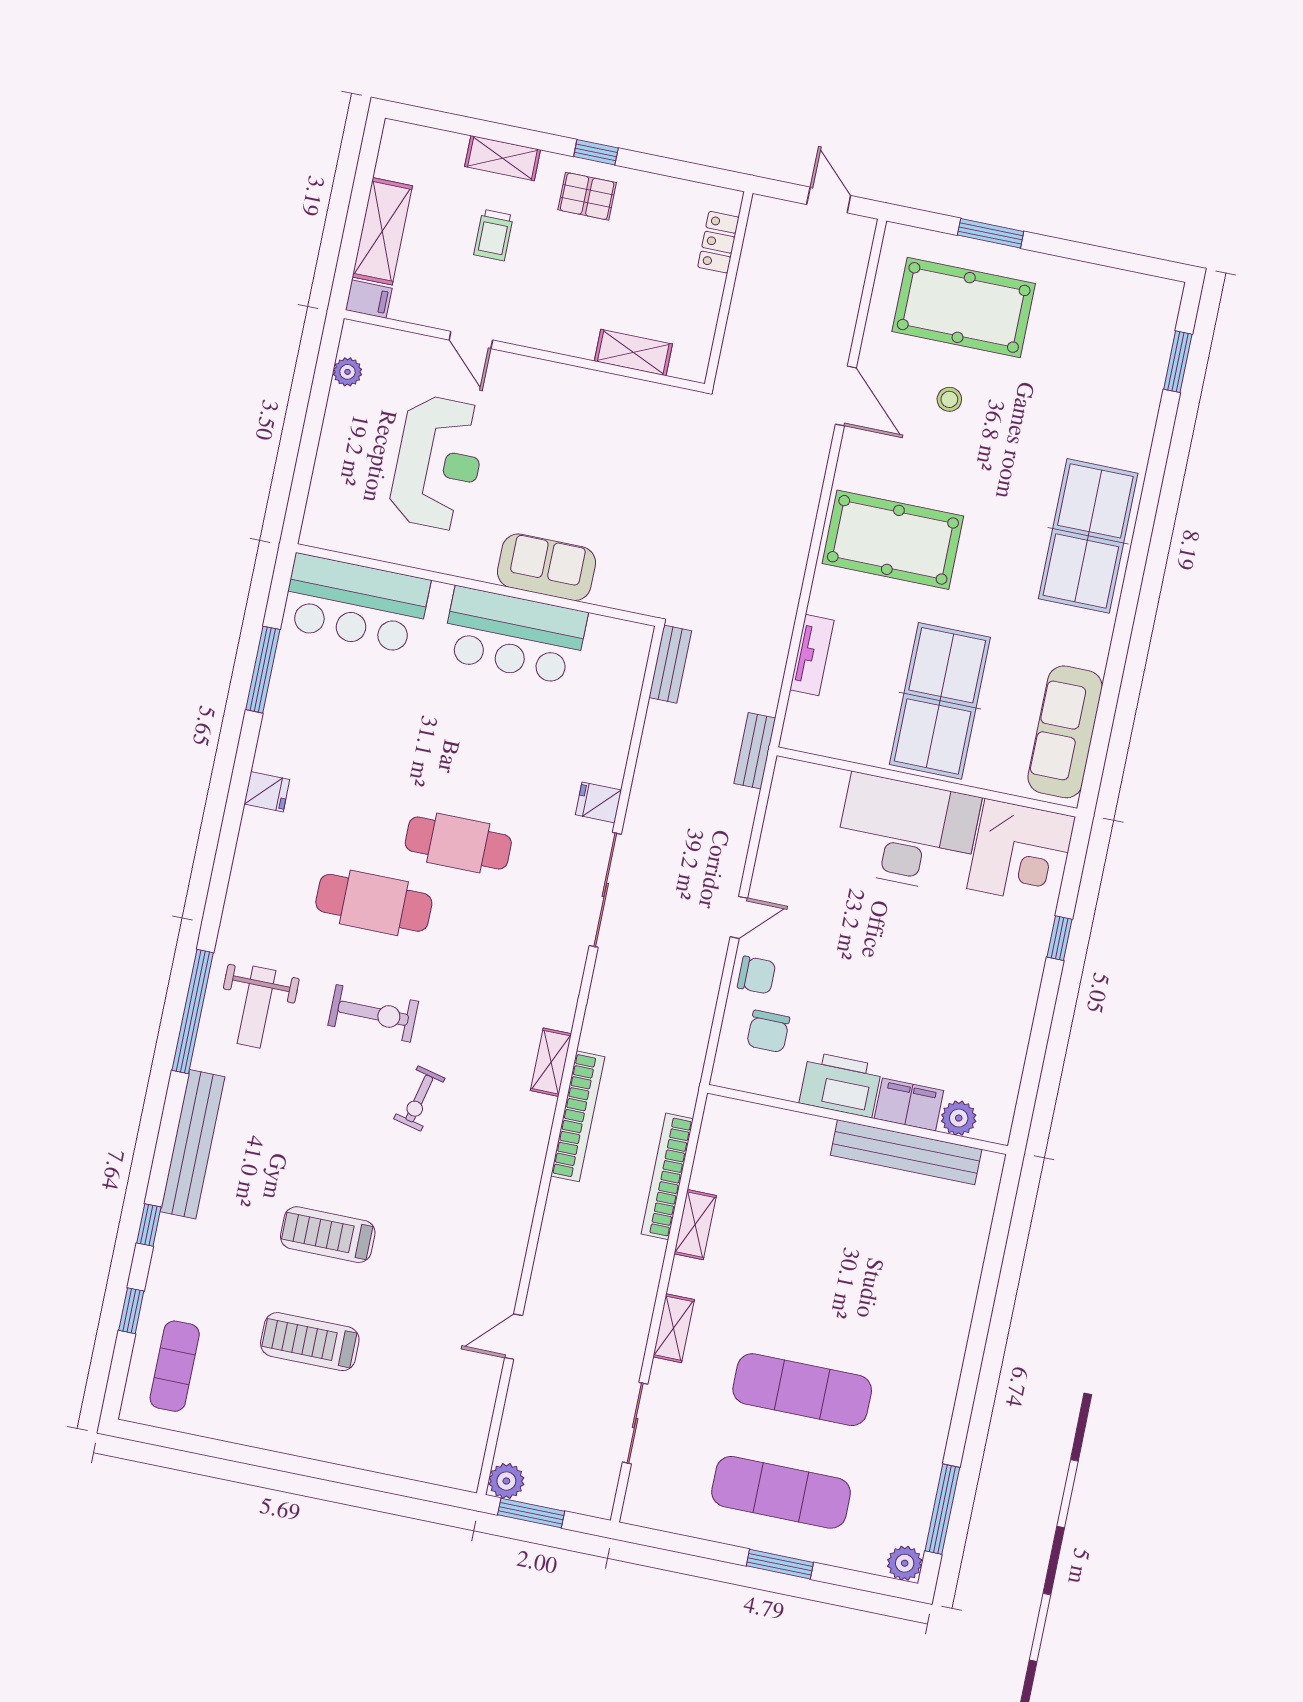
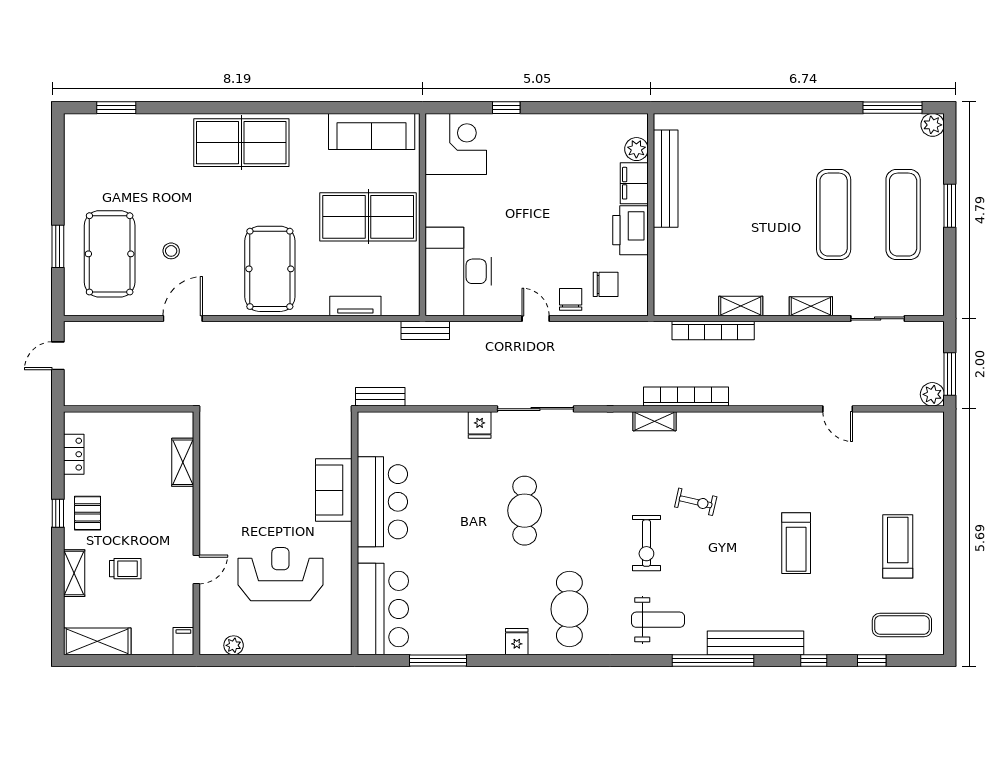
shelving: (382, 231) -> (97, 641), moved
locker: (718, 242) -> (74, 454), moved, turned -90
desk: (907, 833) -> (458, 271), moved
cafe table: (374, 903) -> (569, 609), moved
window: (193, 1012) -> (713, 661), moved
exercise bike: (373, 1013) -> (646, 543), turned 180
treadmill: (310, 1342) -> (898, 546), moved, turned 180

